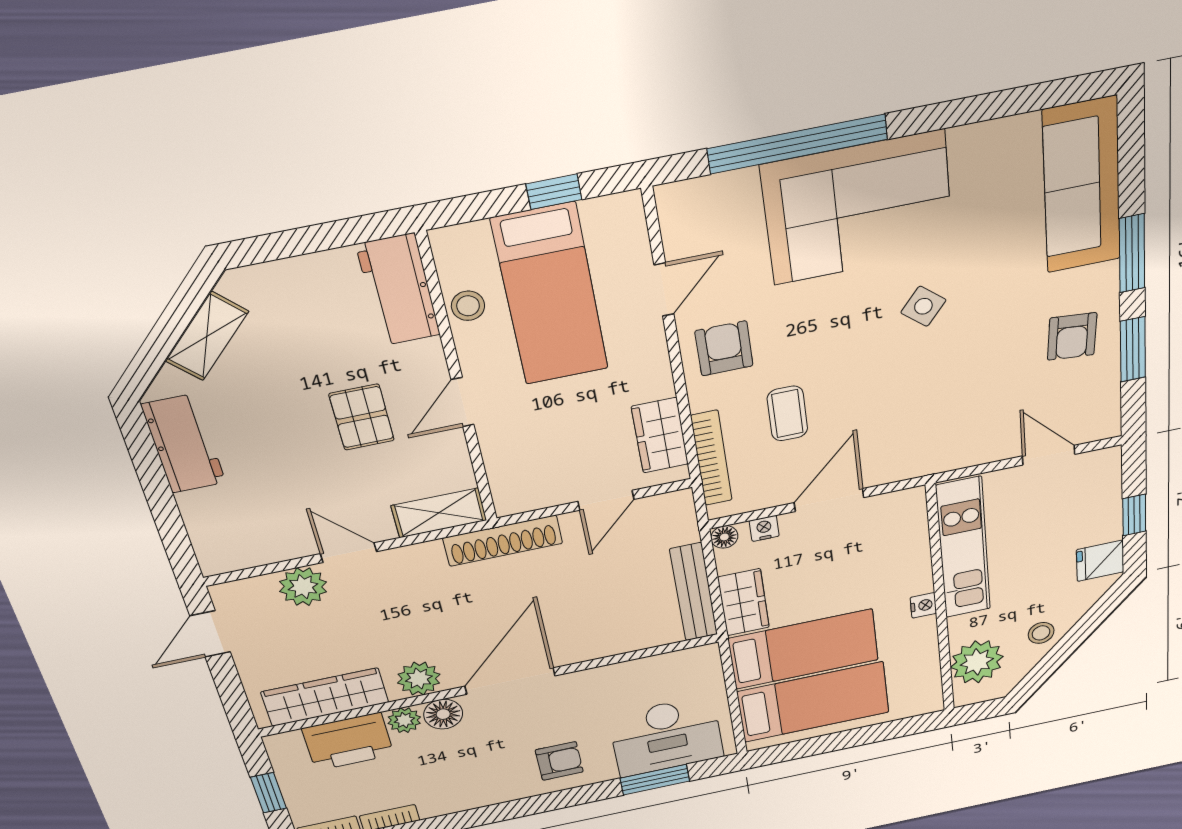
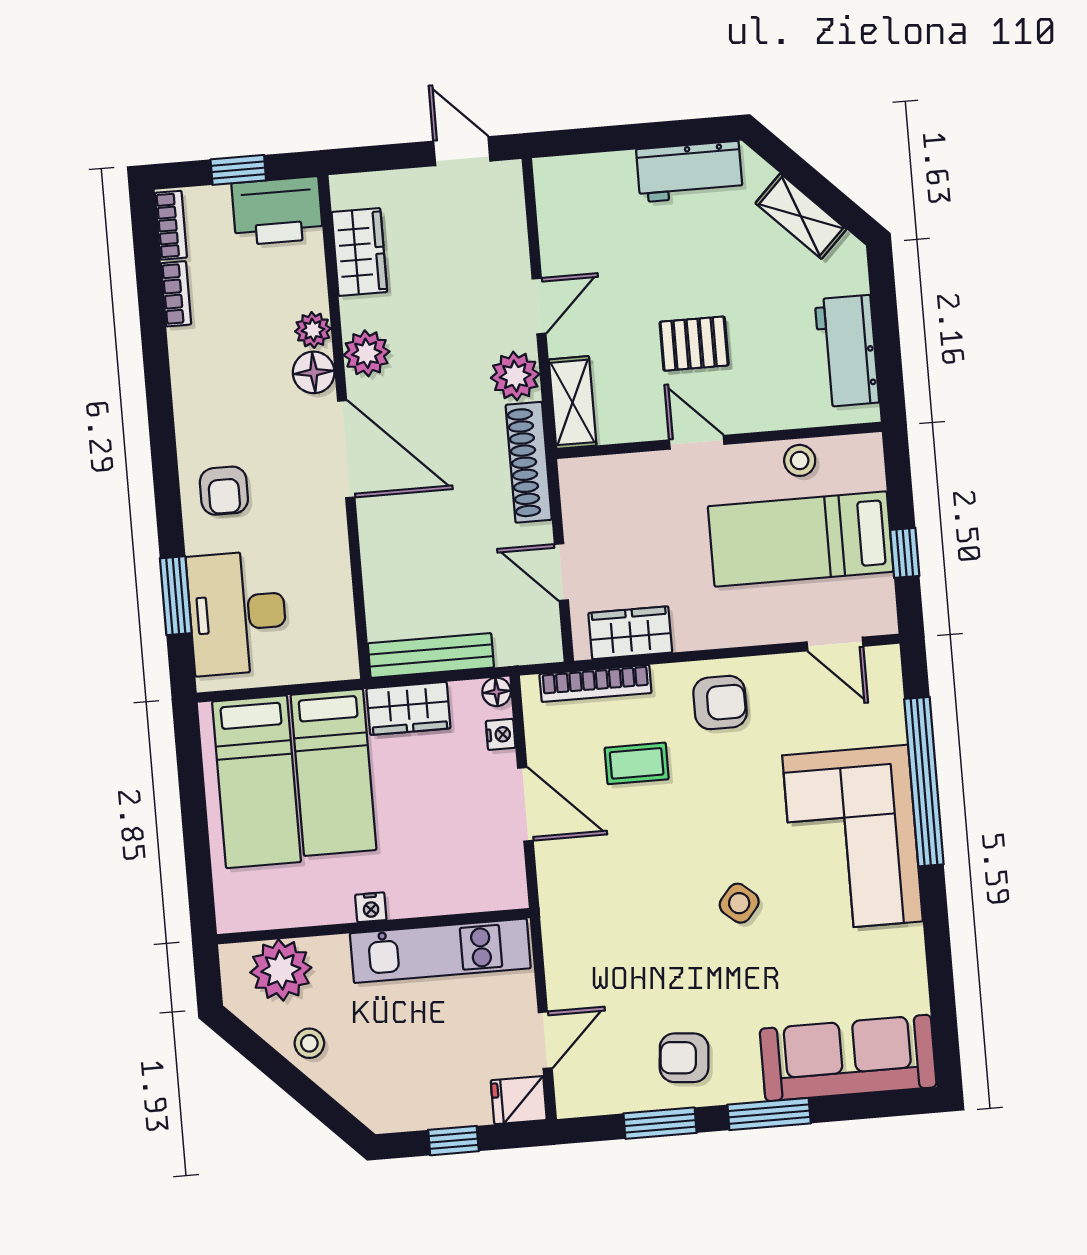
workbench: (398, 290) -> (847, 351), moved, turned -90
door: (664, 290) -> (835, 644), moved
fridge: (1100, 561) -> (519, 1100), moved, turned -90
plant: (303, 587) -> (515, 376), moved
wardrobe: (325, 697) -> (359, 252), width x0.67
printer: (348, 742) -> (277, 211), moved, turned -90

